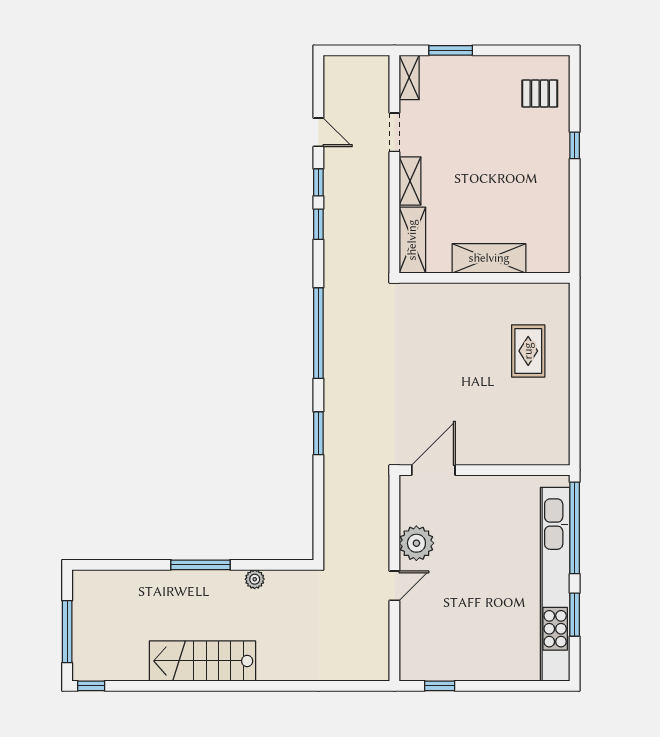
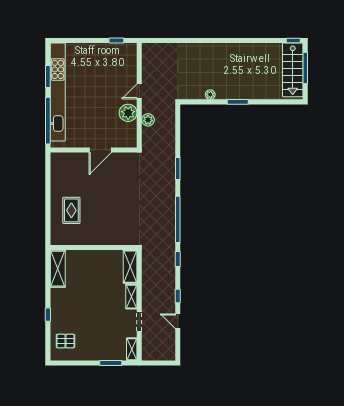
window: (318, 224) -> (178, 259), moved
shelving: (489, 258) -> (58, 269), moved, turned 90
door: (433, 470) -> (100, 150), moved
plant: (377, 529) -> (148, 120), added
window: (200, 565) -> (238, 102), width x0.69
stairs: (202, 661) -> (293, 70), moved, turned 90

